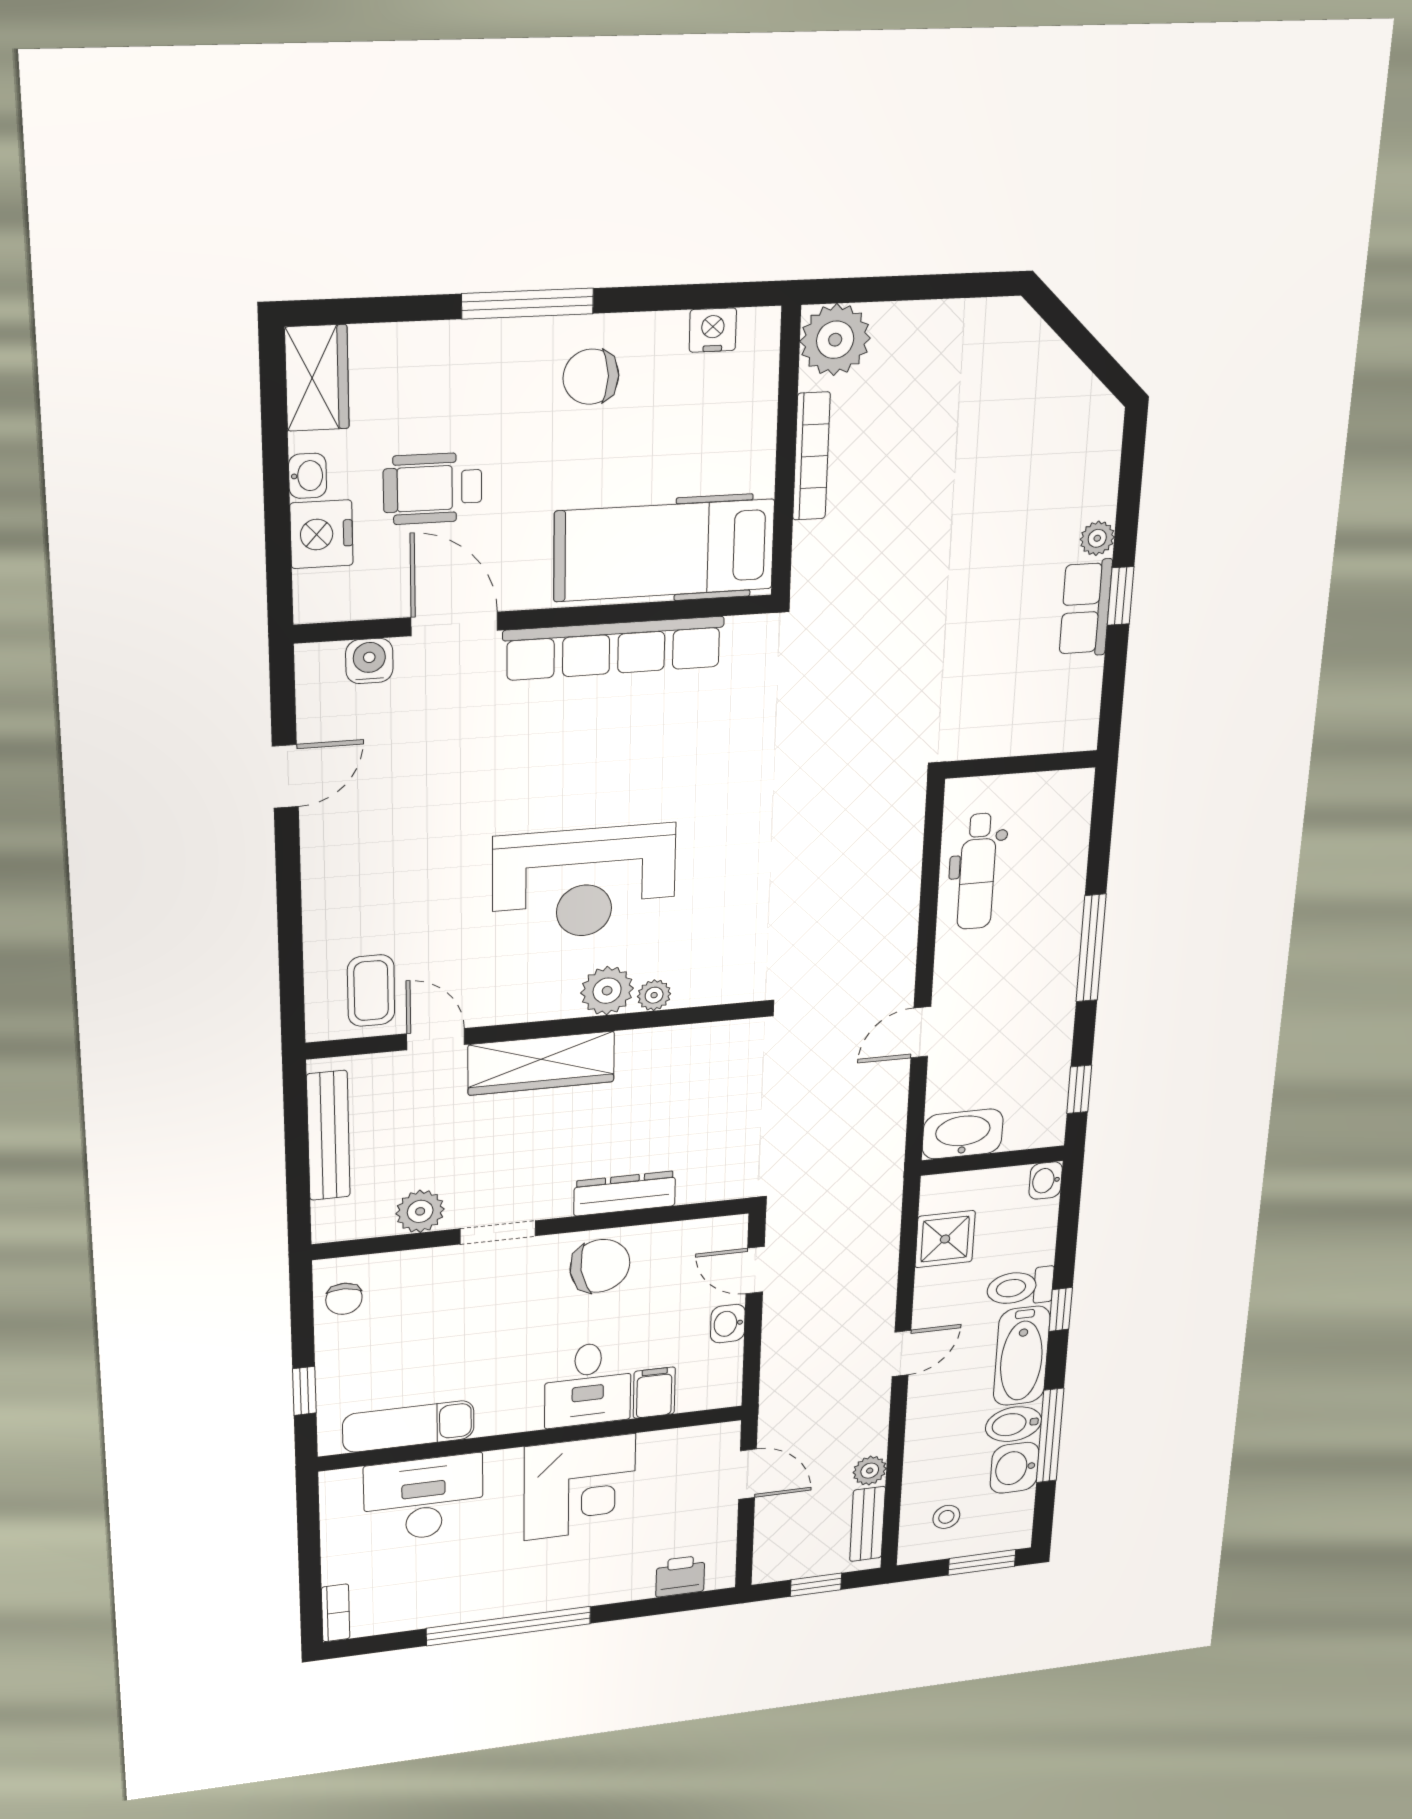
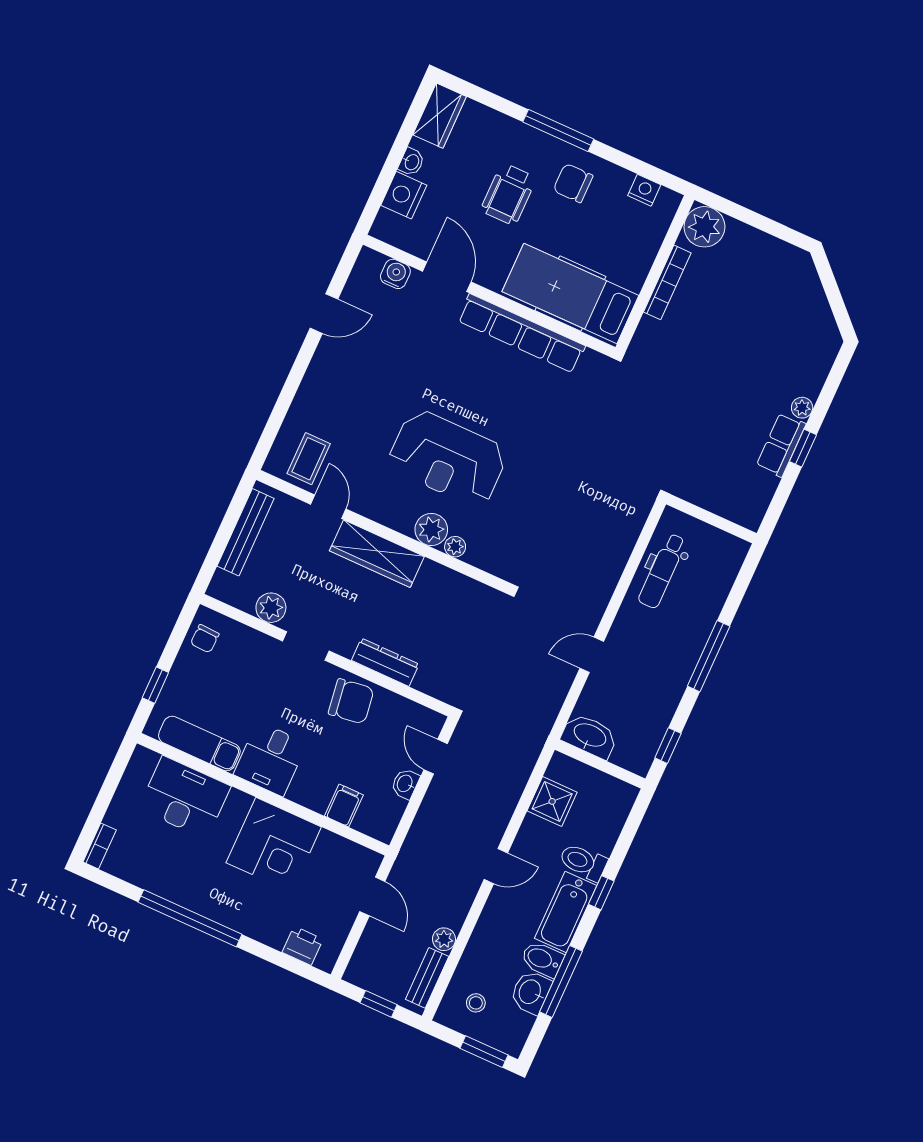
wheelchair: (433, 488) -> (508, 194), moved, turned -90
washbasin: (1046, 1181) -> (626, 796), removed
desk: (588, 1384) -> (270, 759), moved

